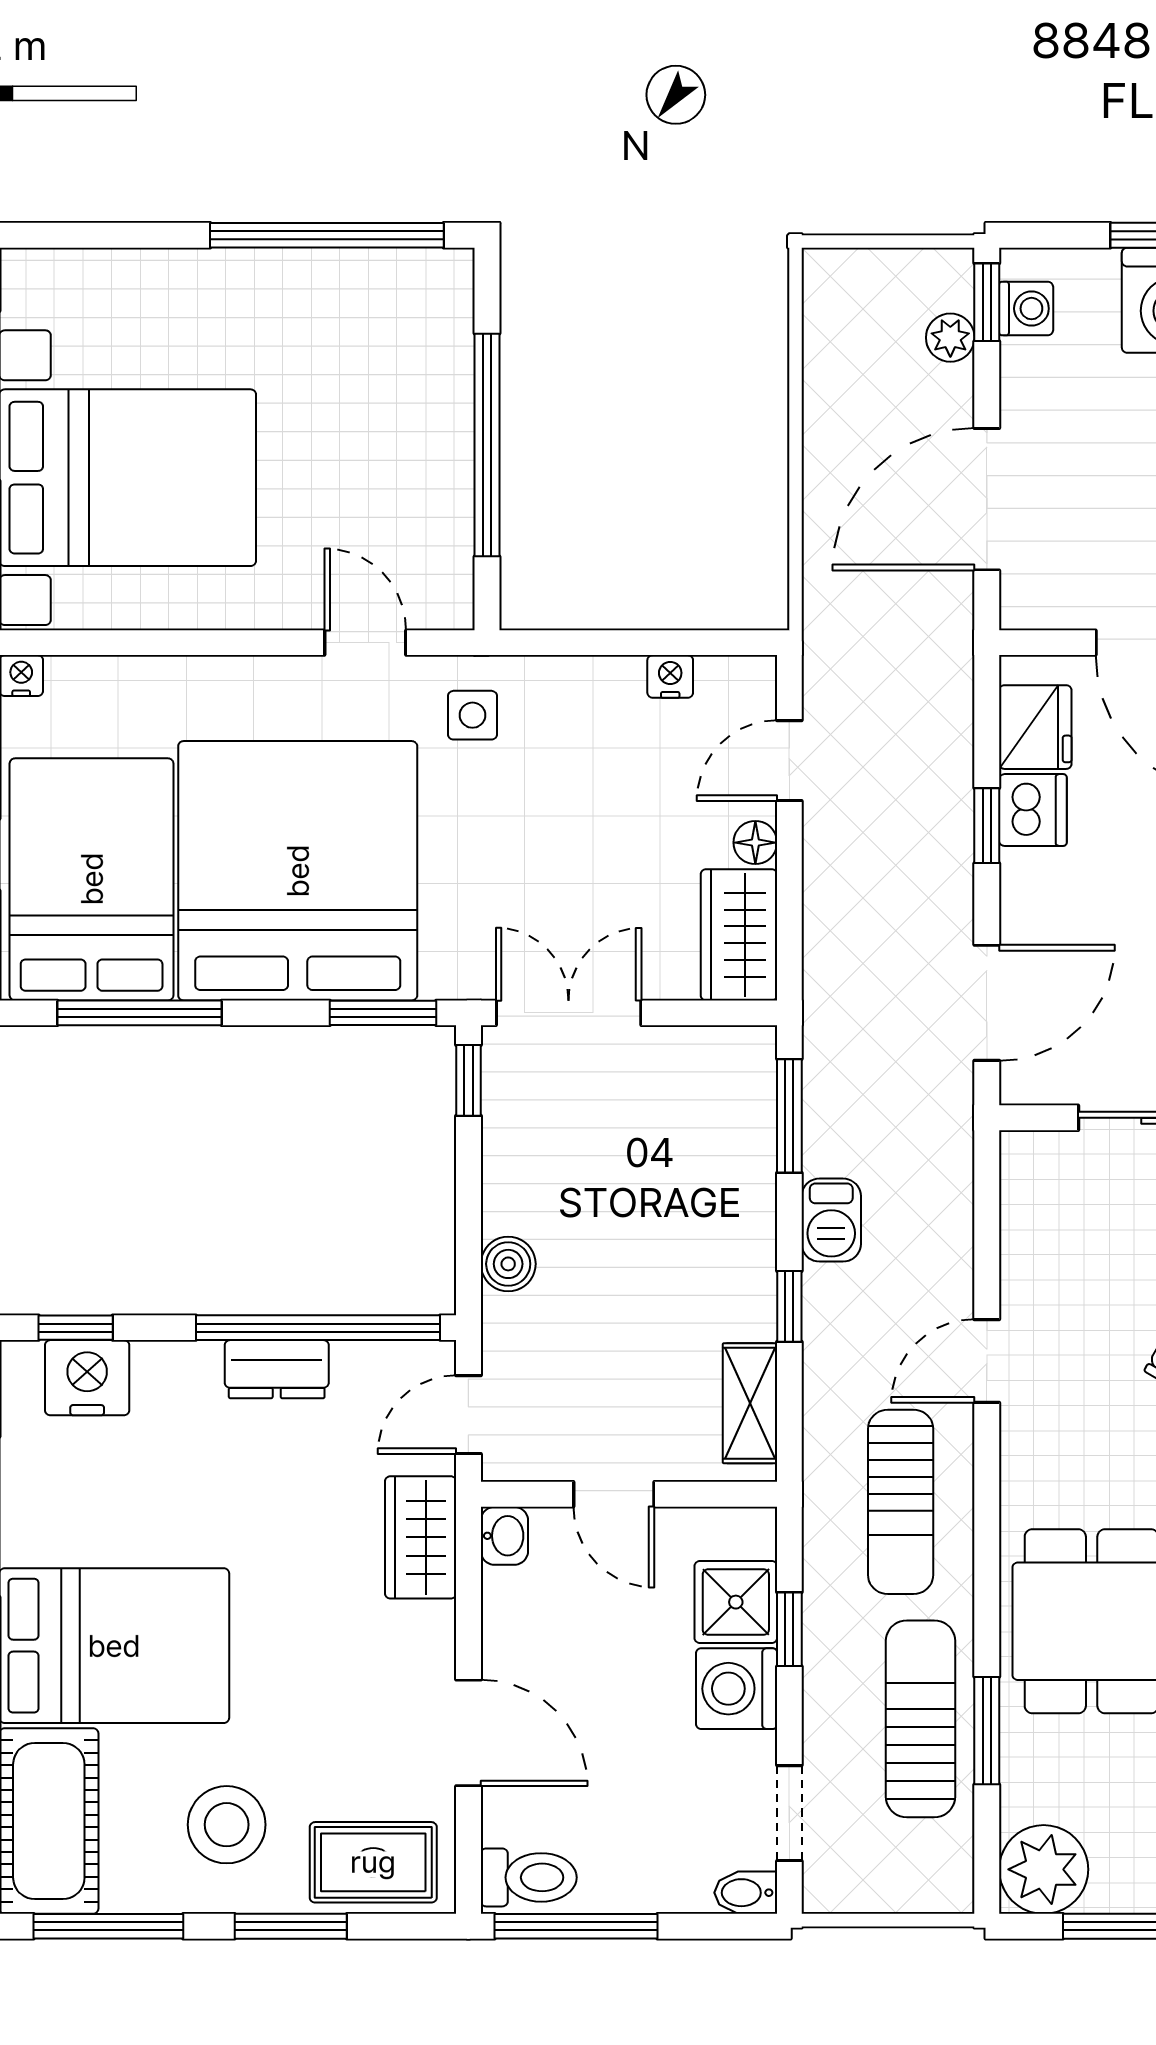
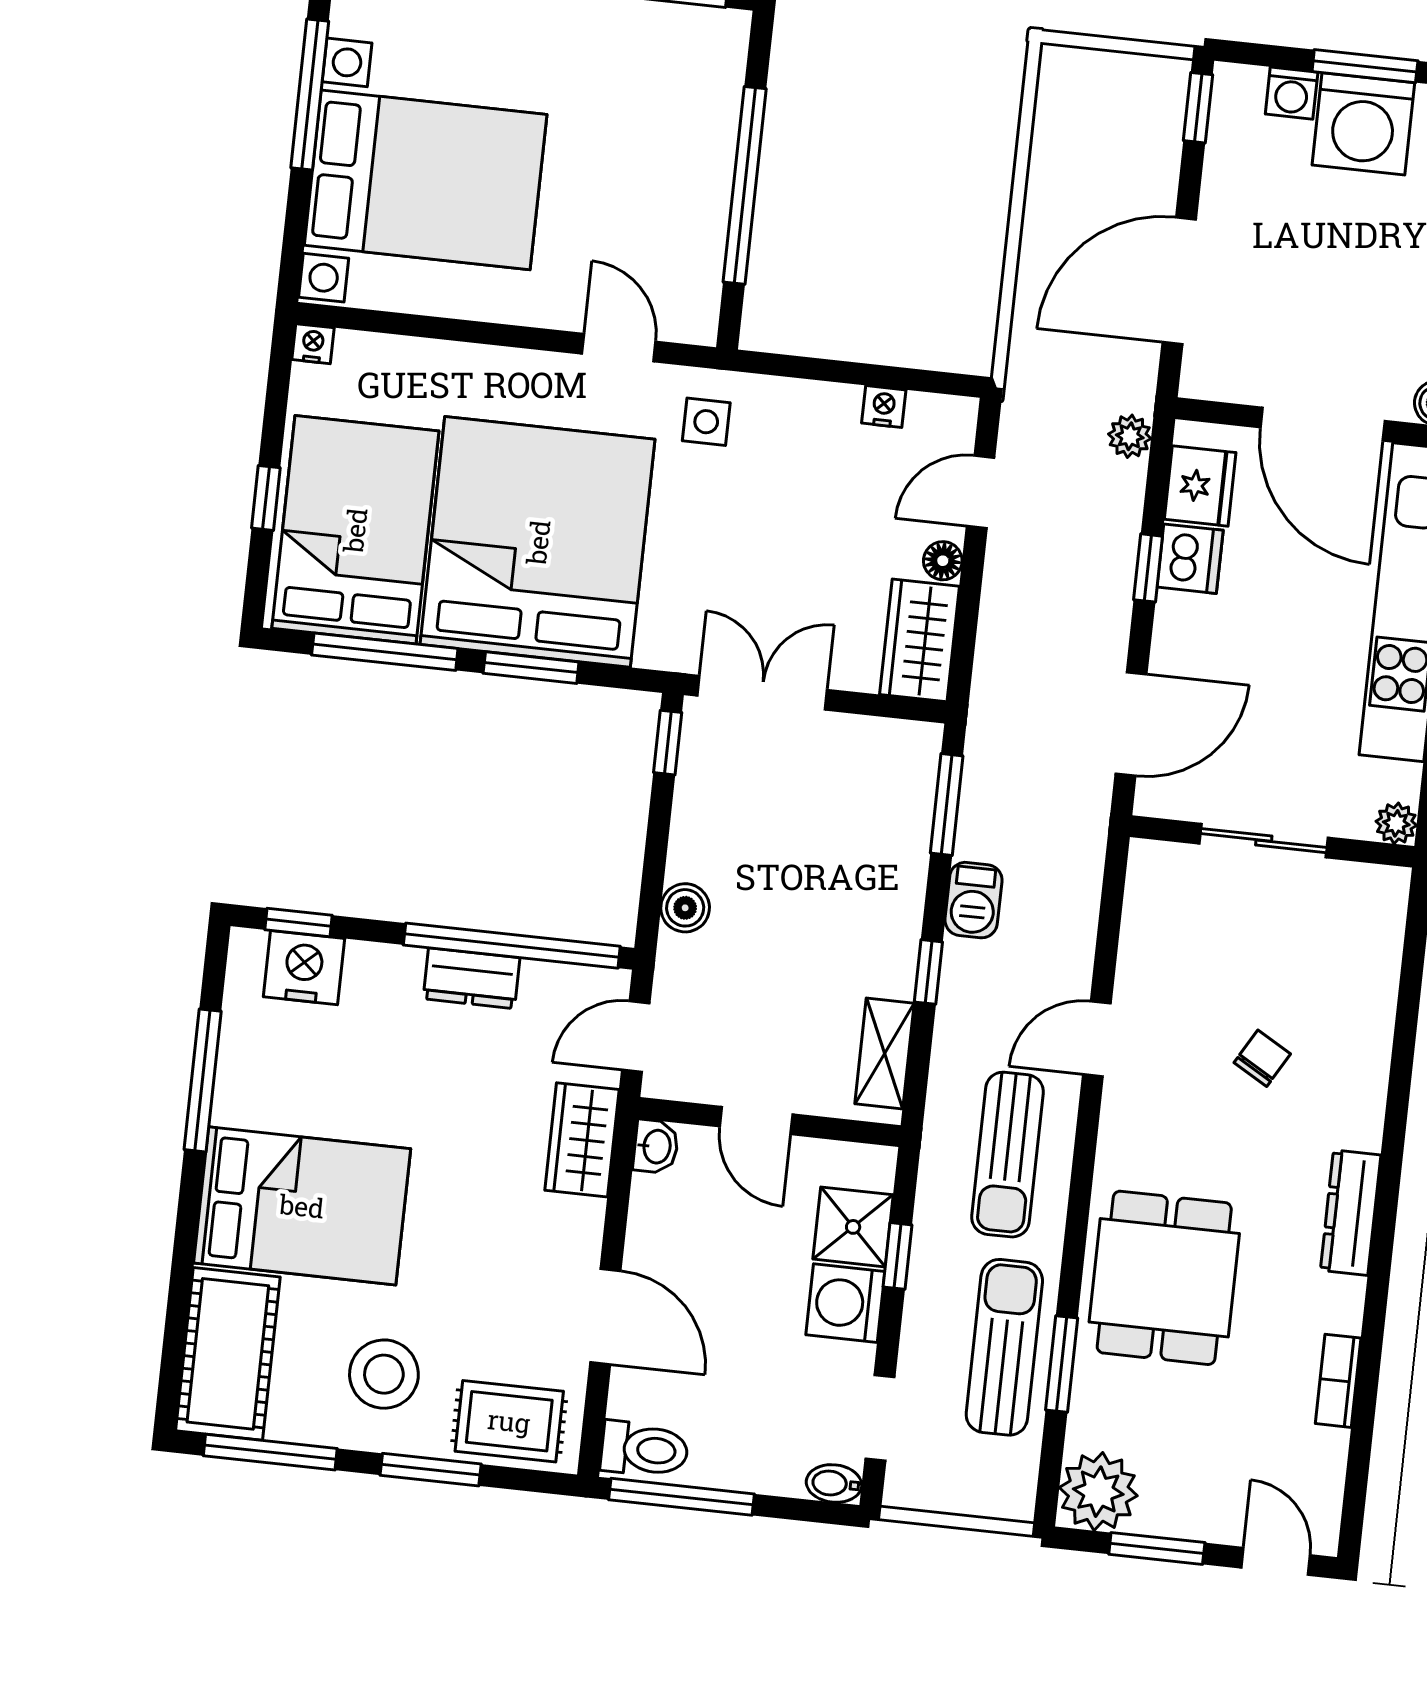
washing machine: (1026, 309) -> (1292, 93), moved, turned 90
plant: (950, 338) -> (1130, 436), moved
window: (383, 1013) -> (531, 668), moved

